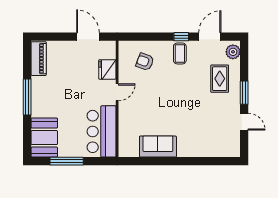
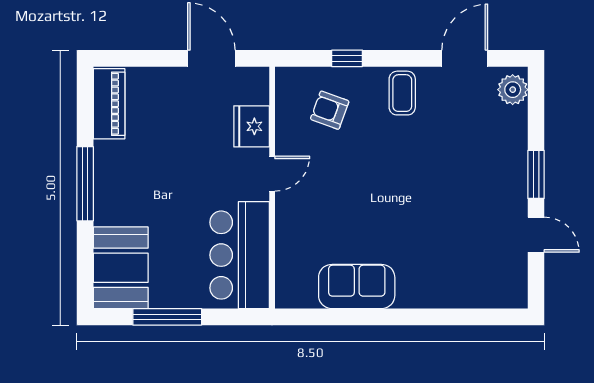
window: (181, 37) -> (347, 58), moved
rug: (220, 79) -> (485, 145), removed

